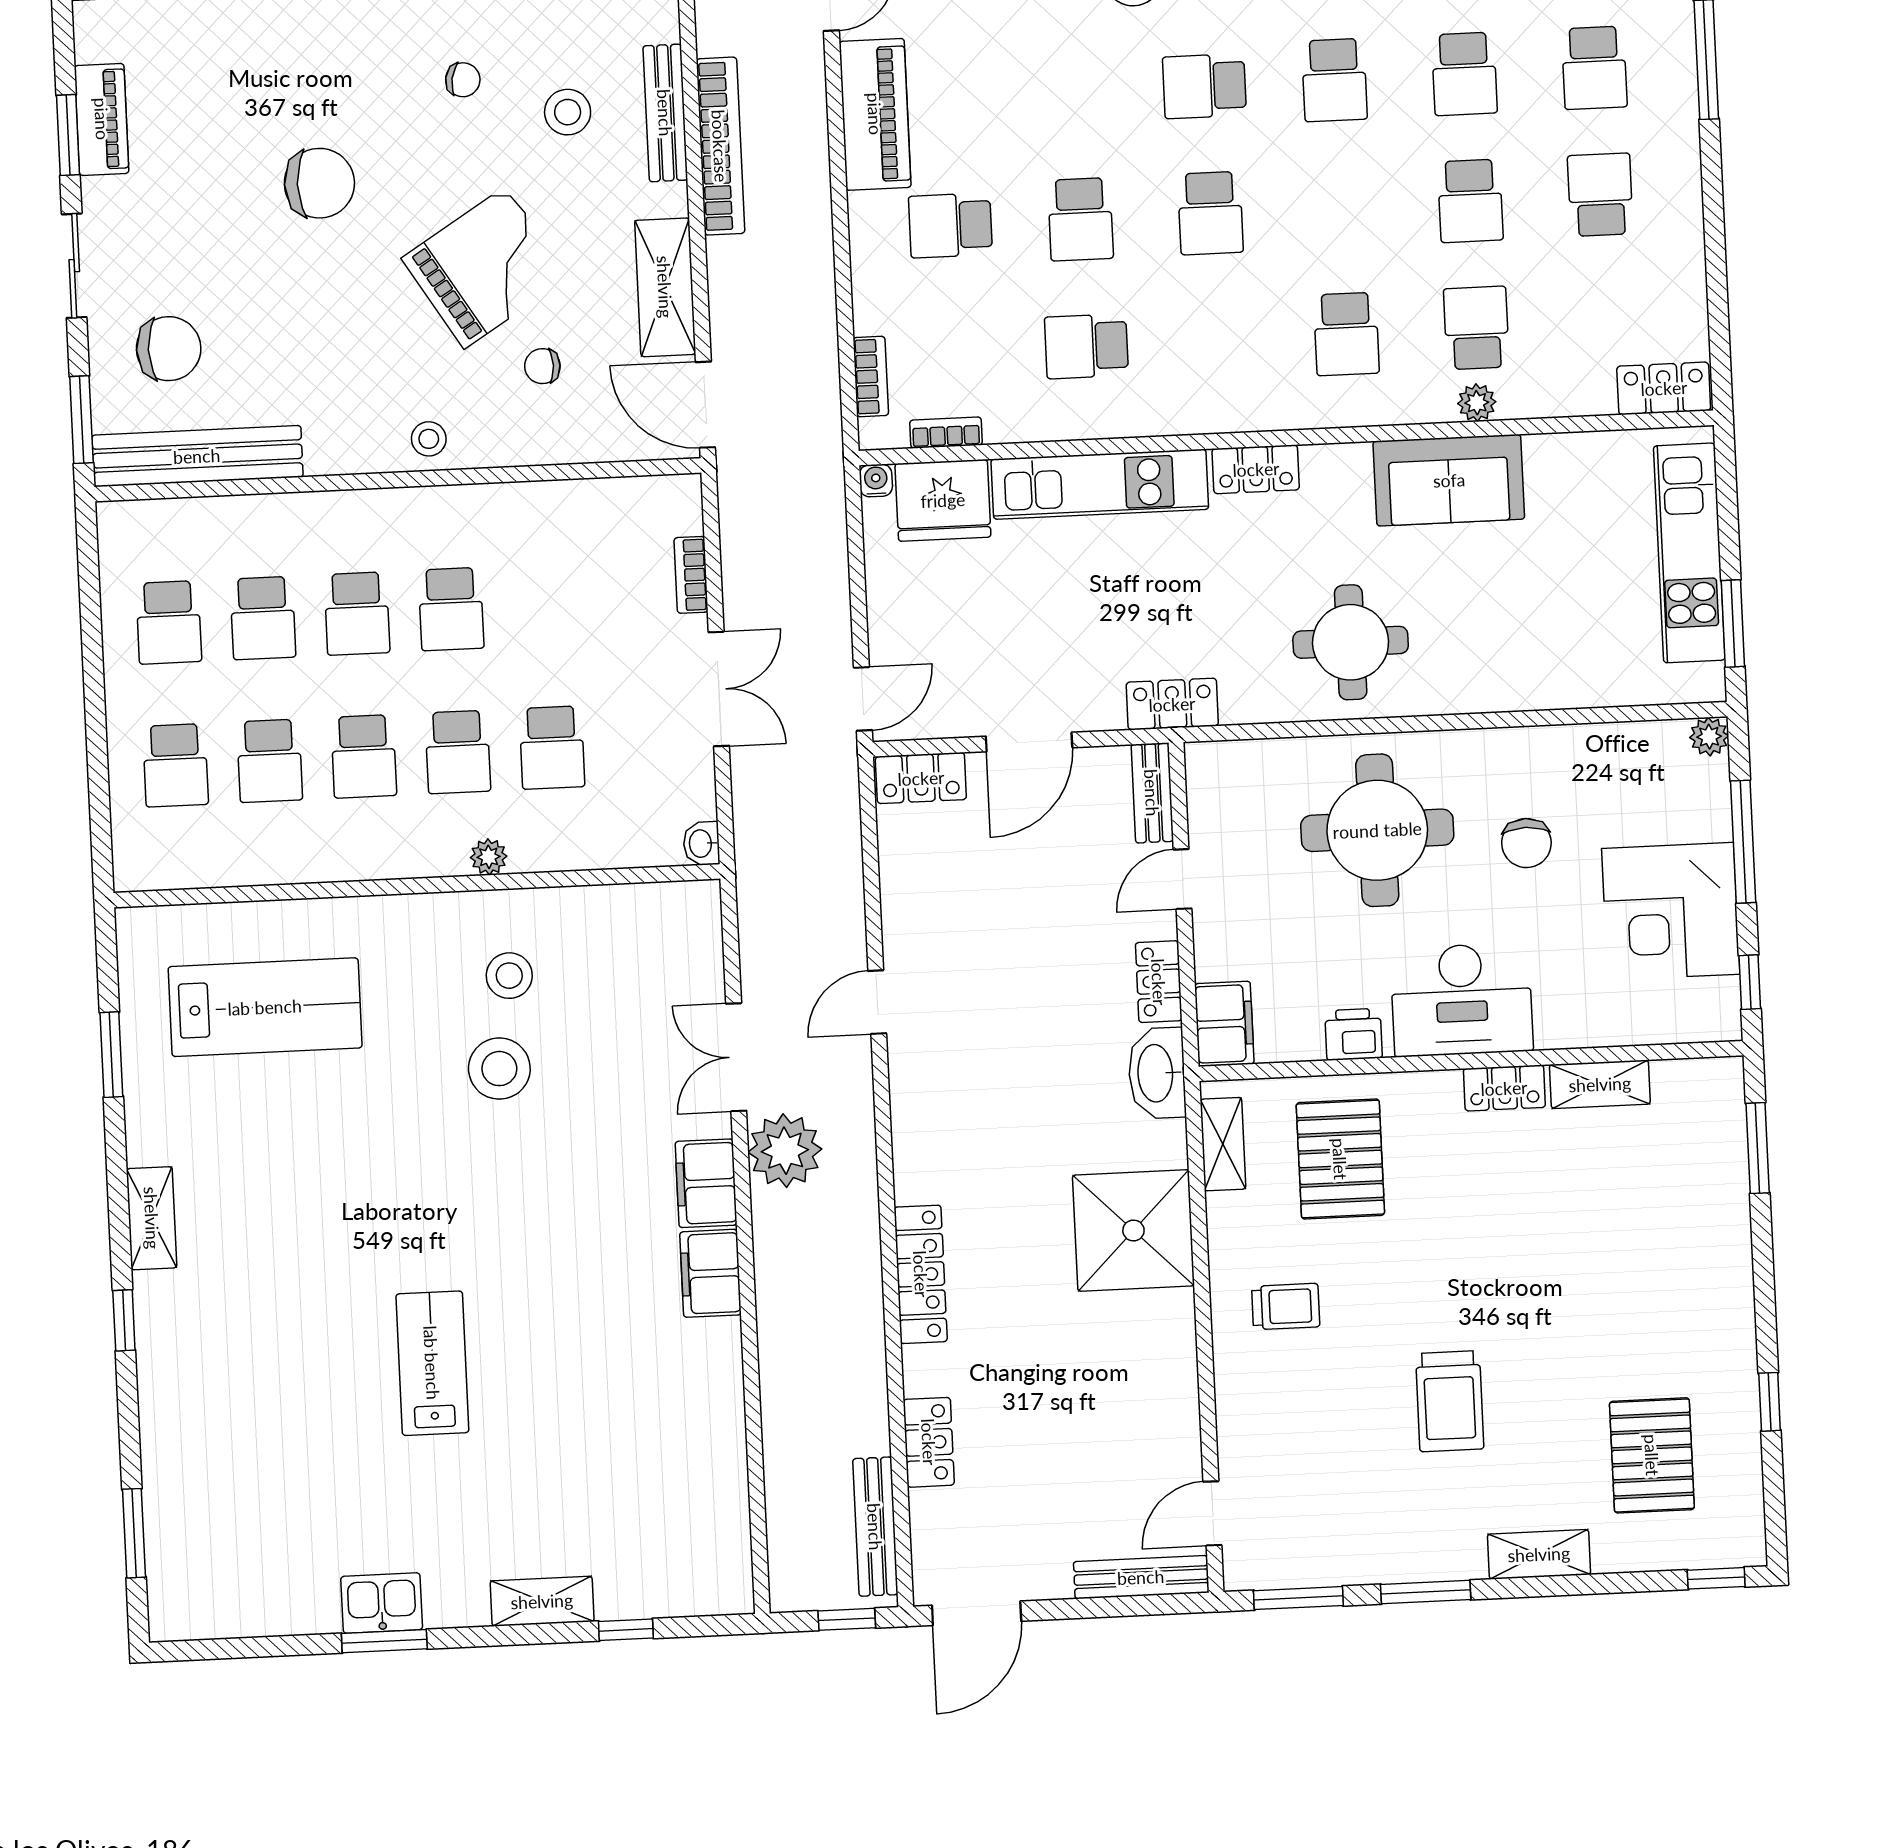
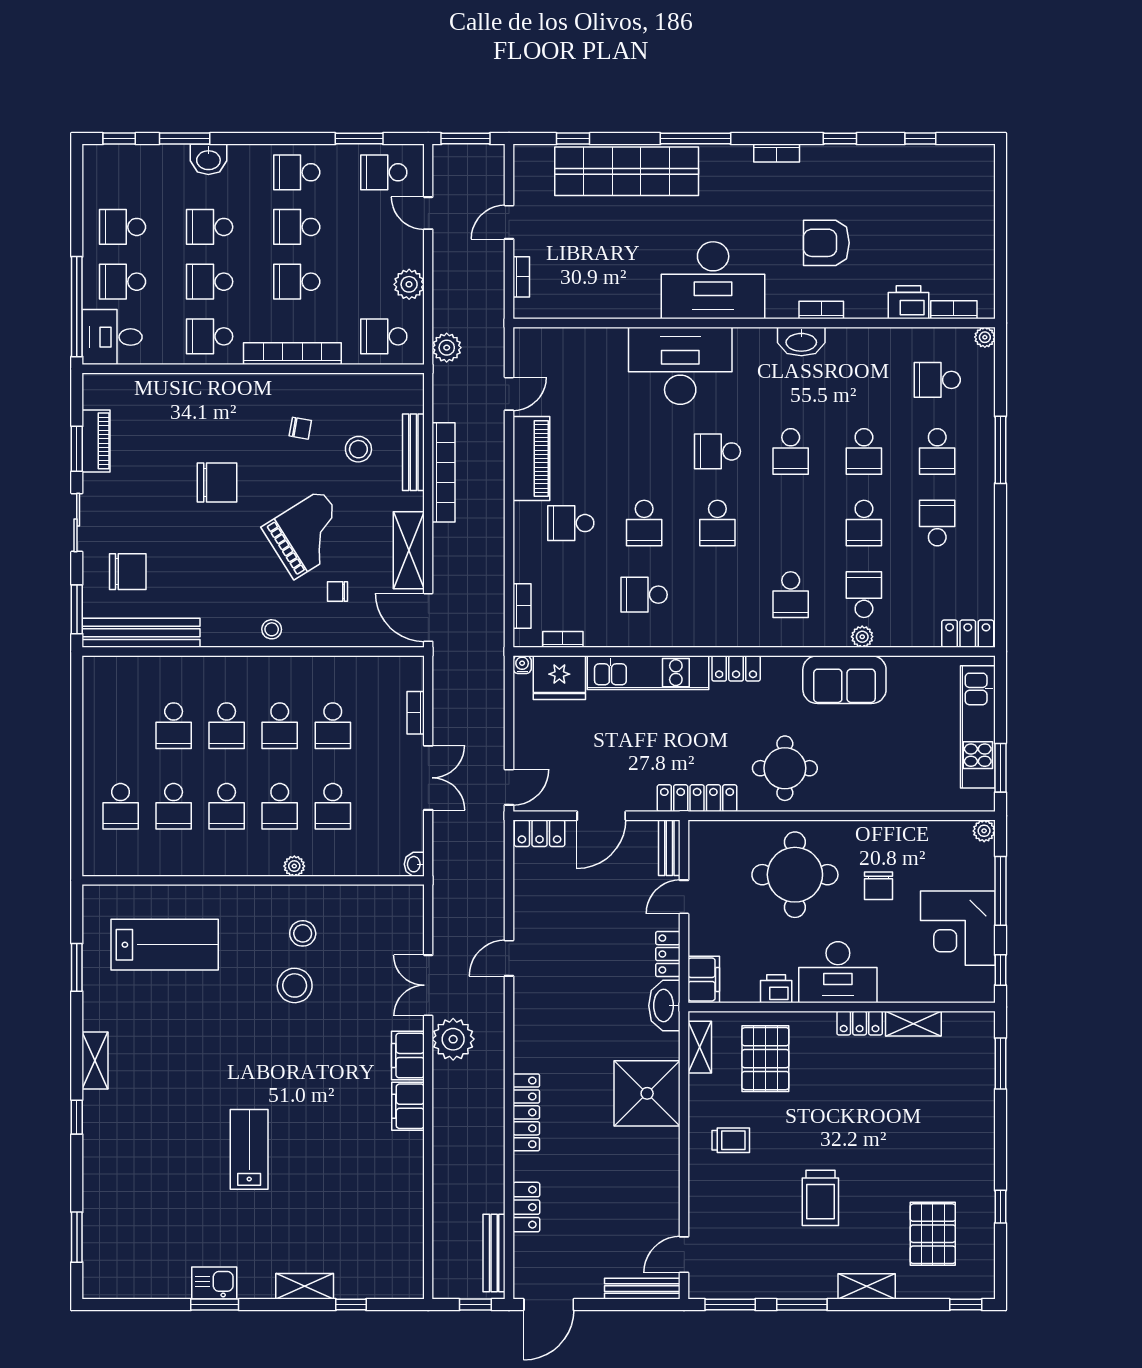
school desk: (169, 622) -> (333, 726), moved
locker: (1172, 704) -> (697, 798), width x1.53

